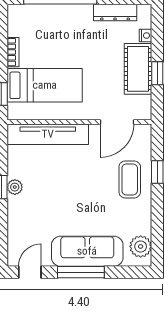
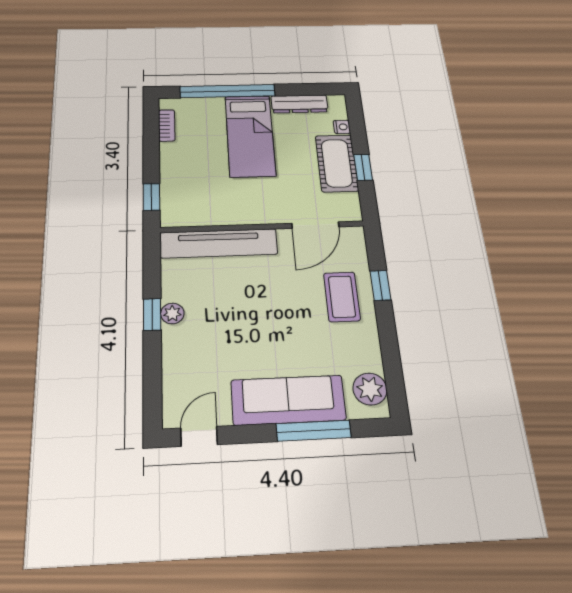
bookcase: (13, 52) -> (167, 125), moved
bed: (45, 85) -> (250, 136), moved, turned 90
window: (81, 272) -> (314, 431), moved

